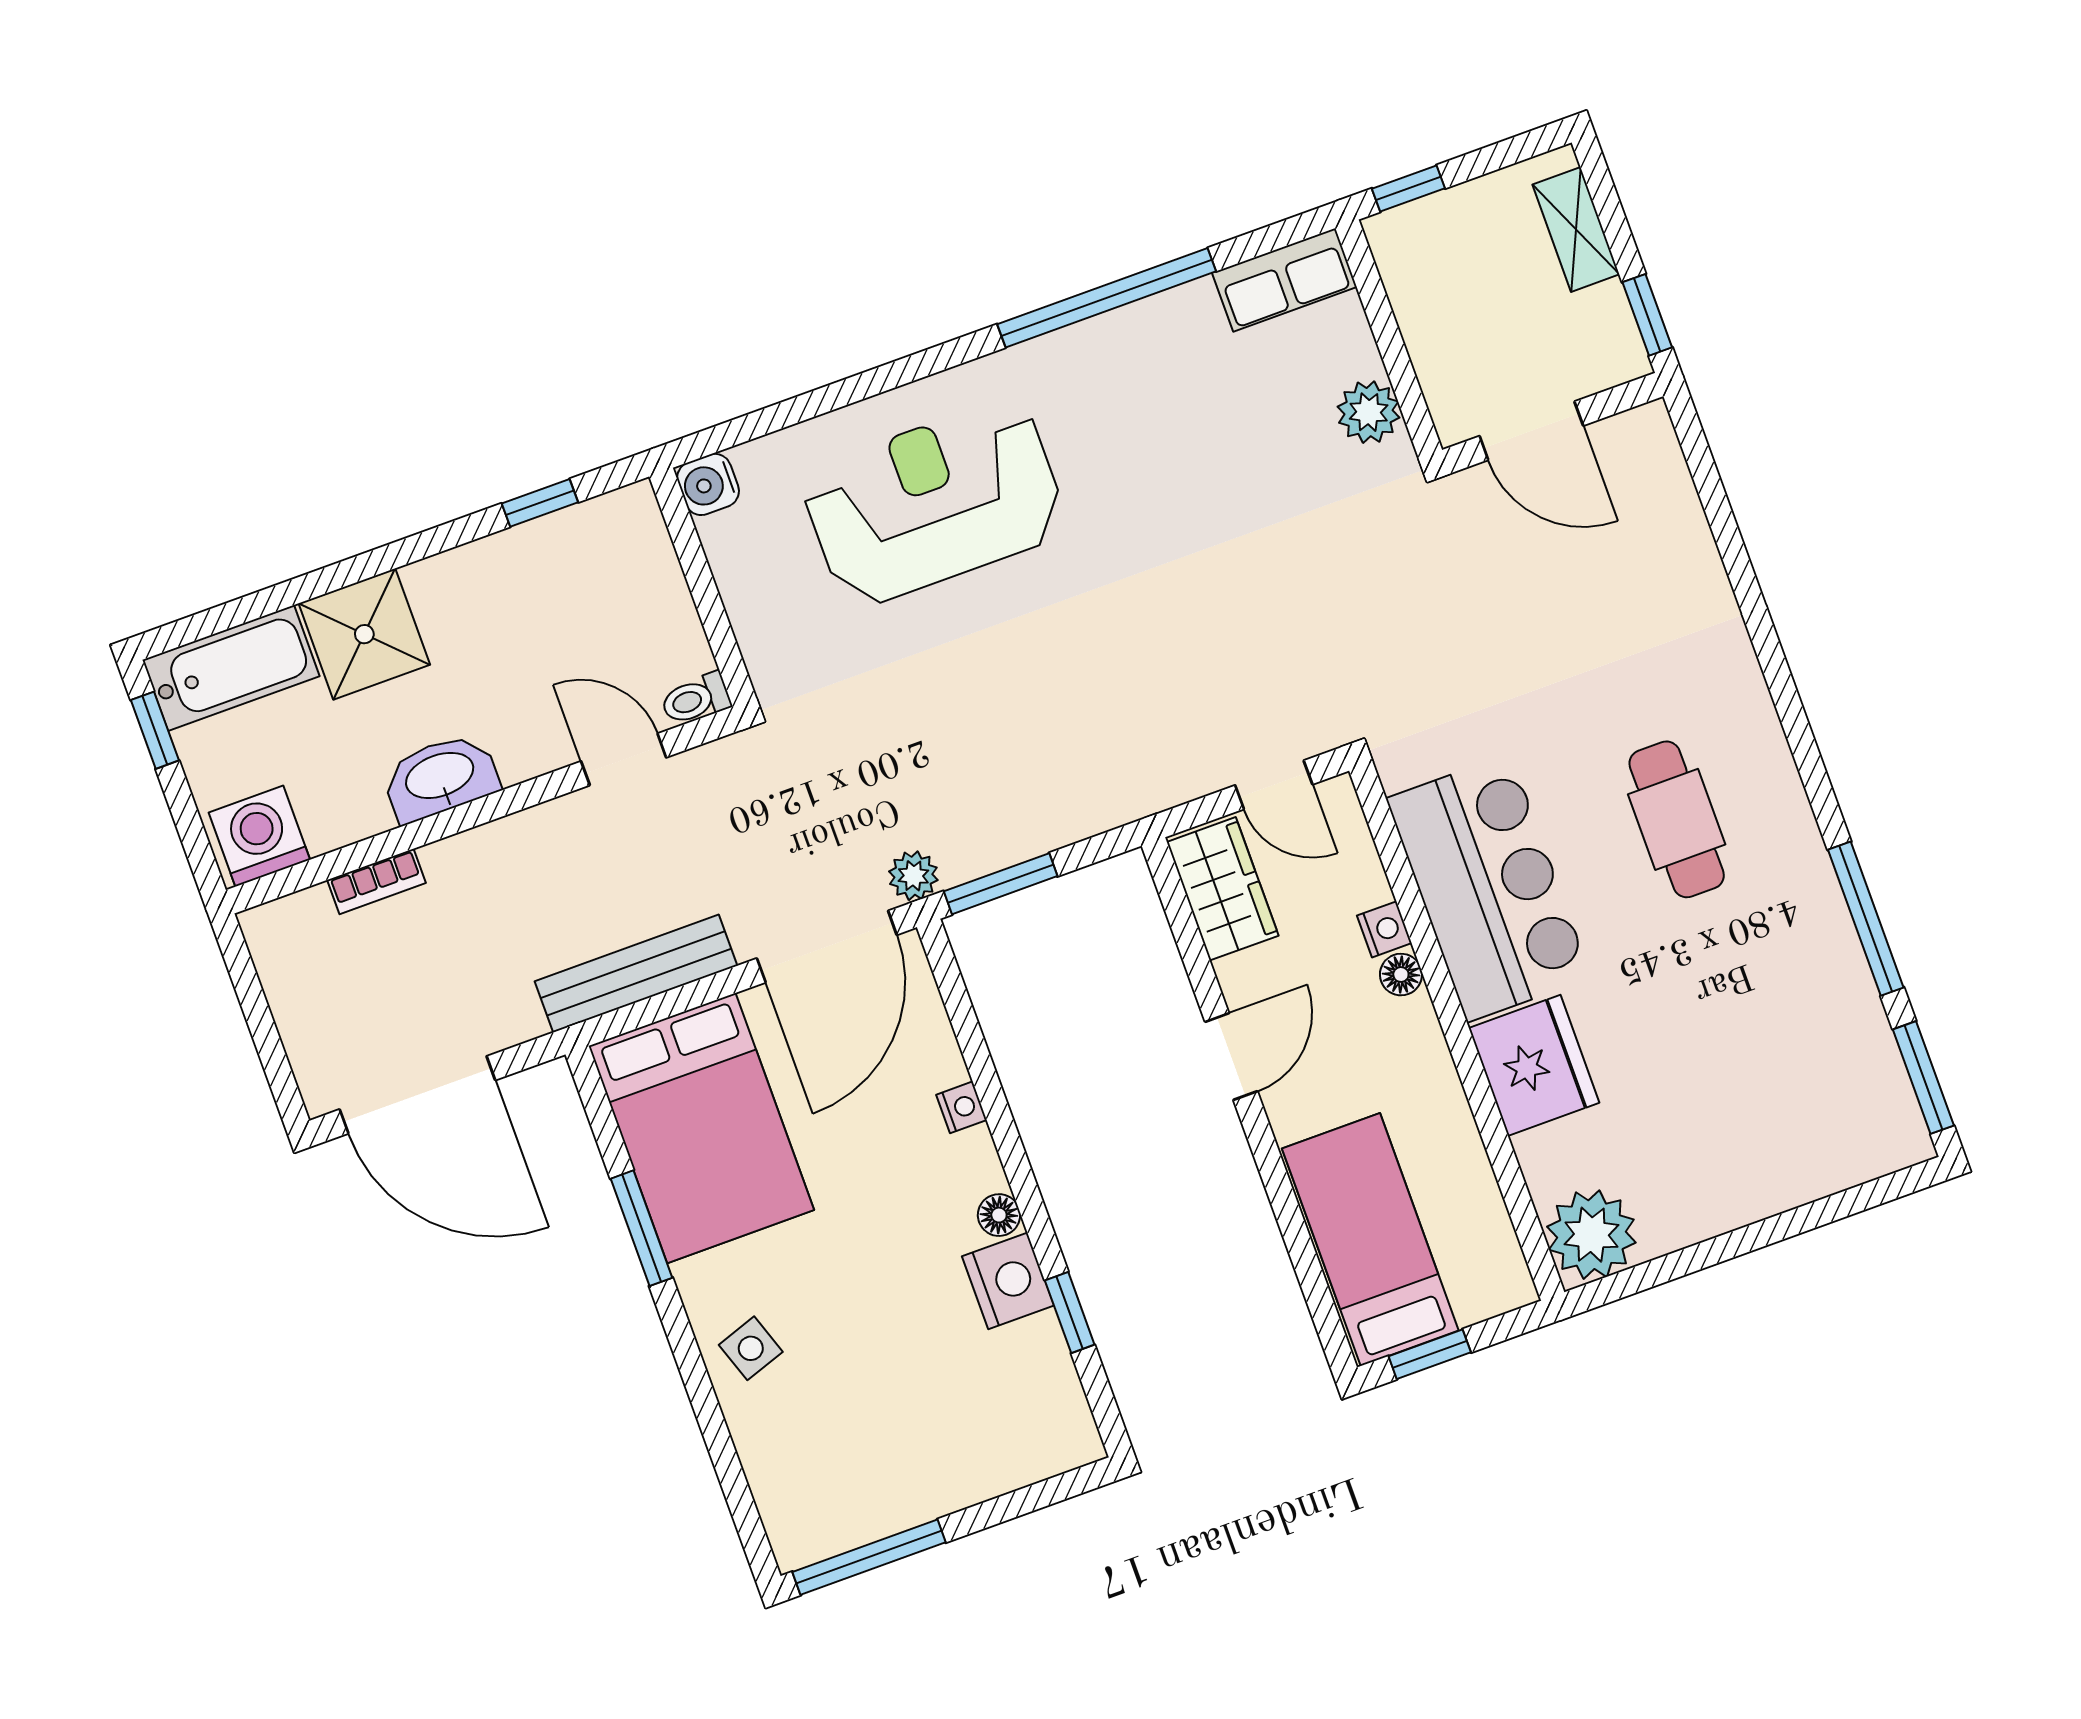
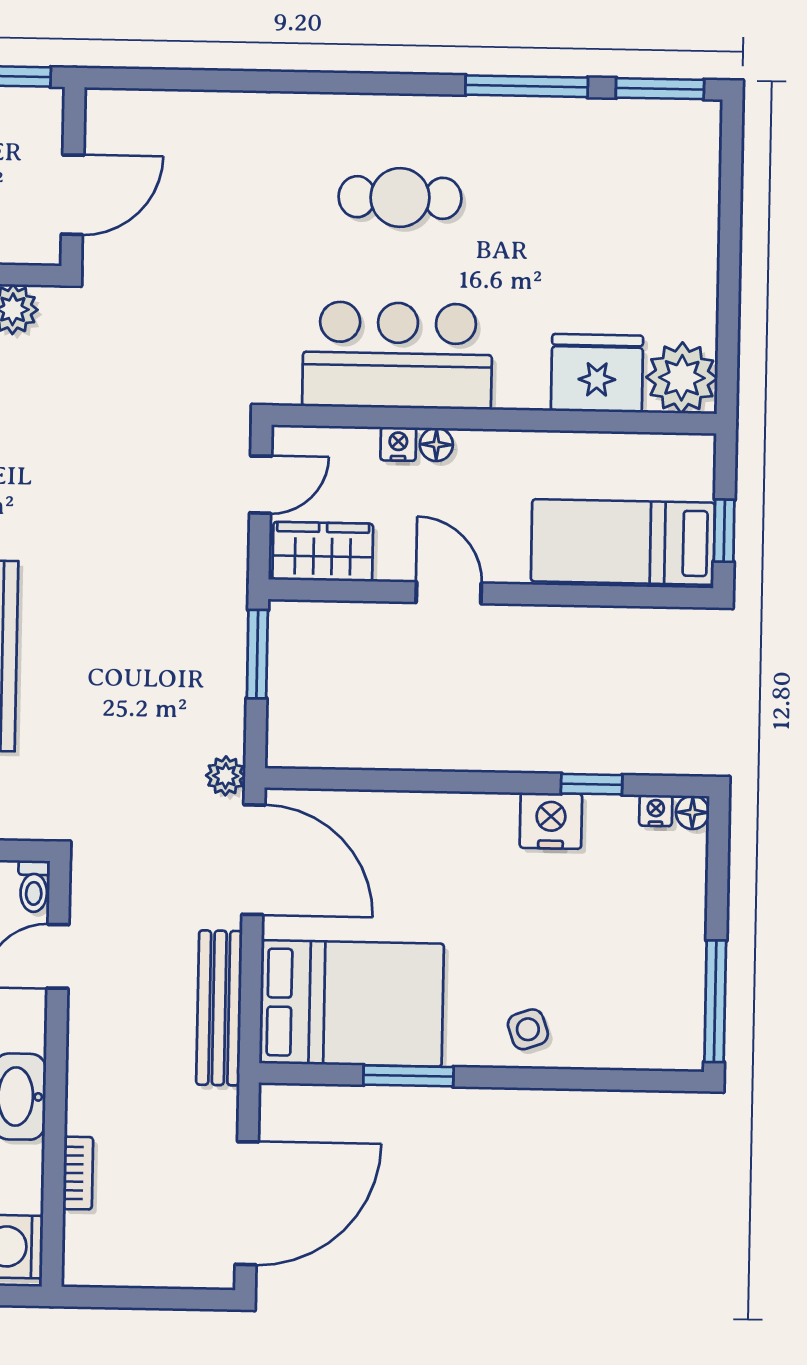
window: (1001, 884) -> (257, 654), moved
fridge: (1534, 1065) -> (597, 373), moved
nightstand: (962, 1107) -> (656, 811), moved
floor lamp: (999, 1215) -> (693, 812), moved

